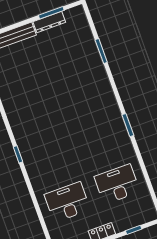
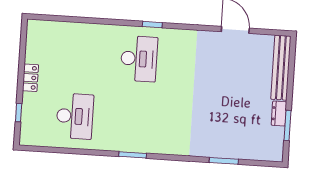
dresser: (49, 22) -> (279, 114), width x0.70
desk: (67, 202) -> (139, 59), moved

